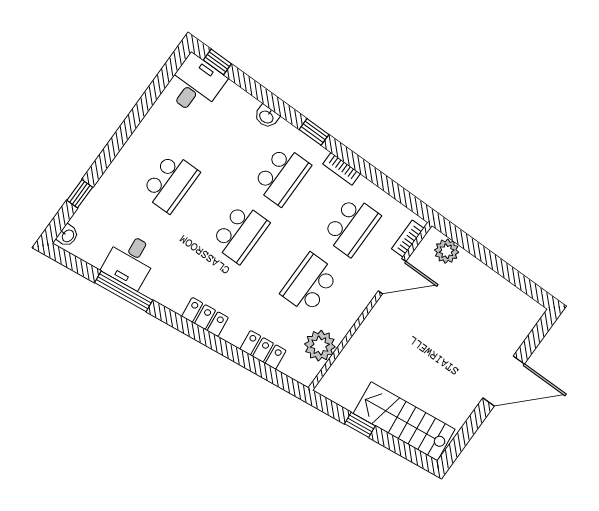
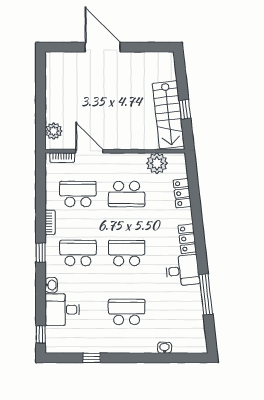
desk: (195, 85) -> (62, 310), moved
window: (80, 194) -> (92, 358), moved
washbasin: (68, 236) -> (165, 348), moved
desk: (130, 261) -> (182, 271), moved
stairs: (404, 421) -> (168, 115), moved

